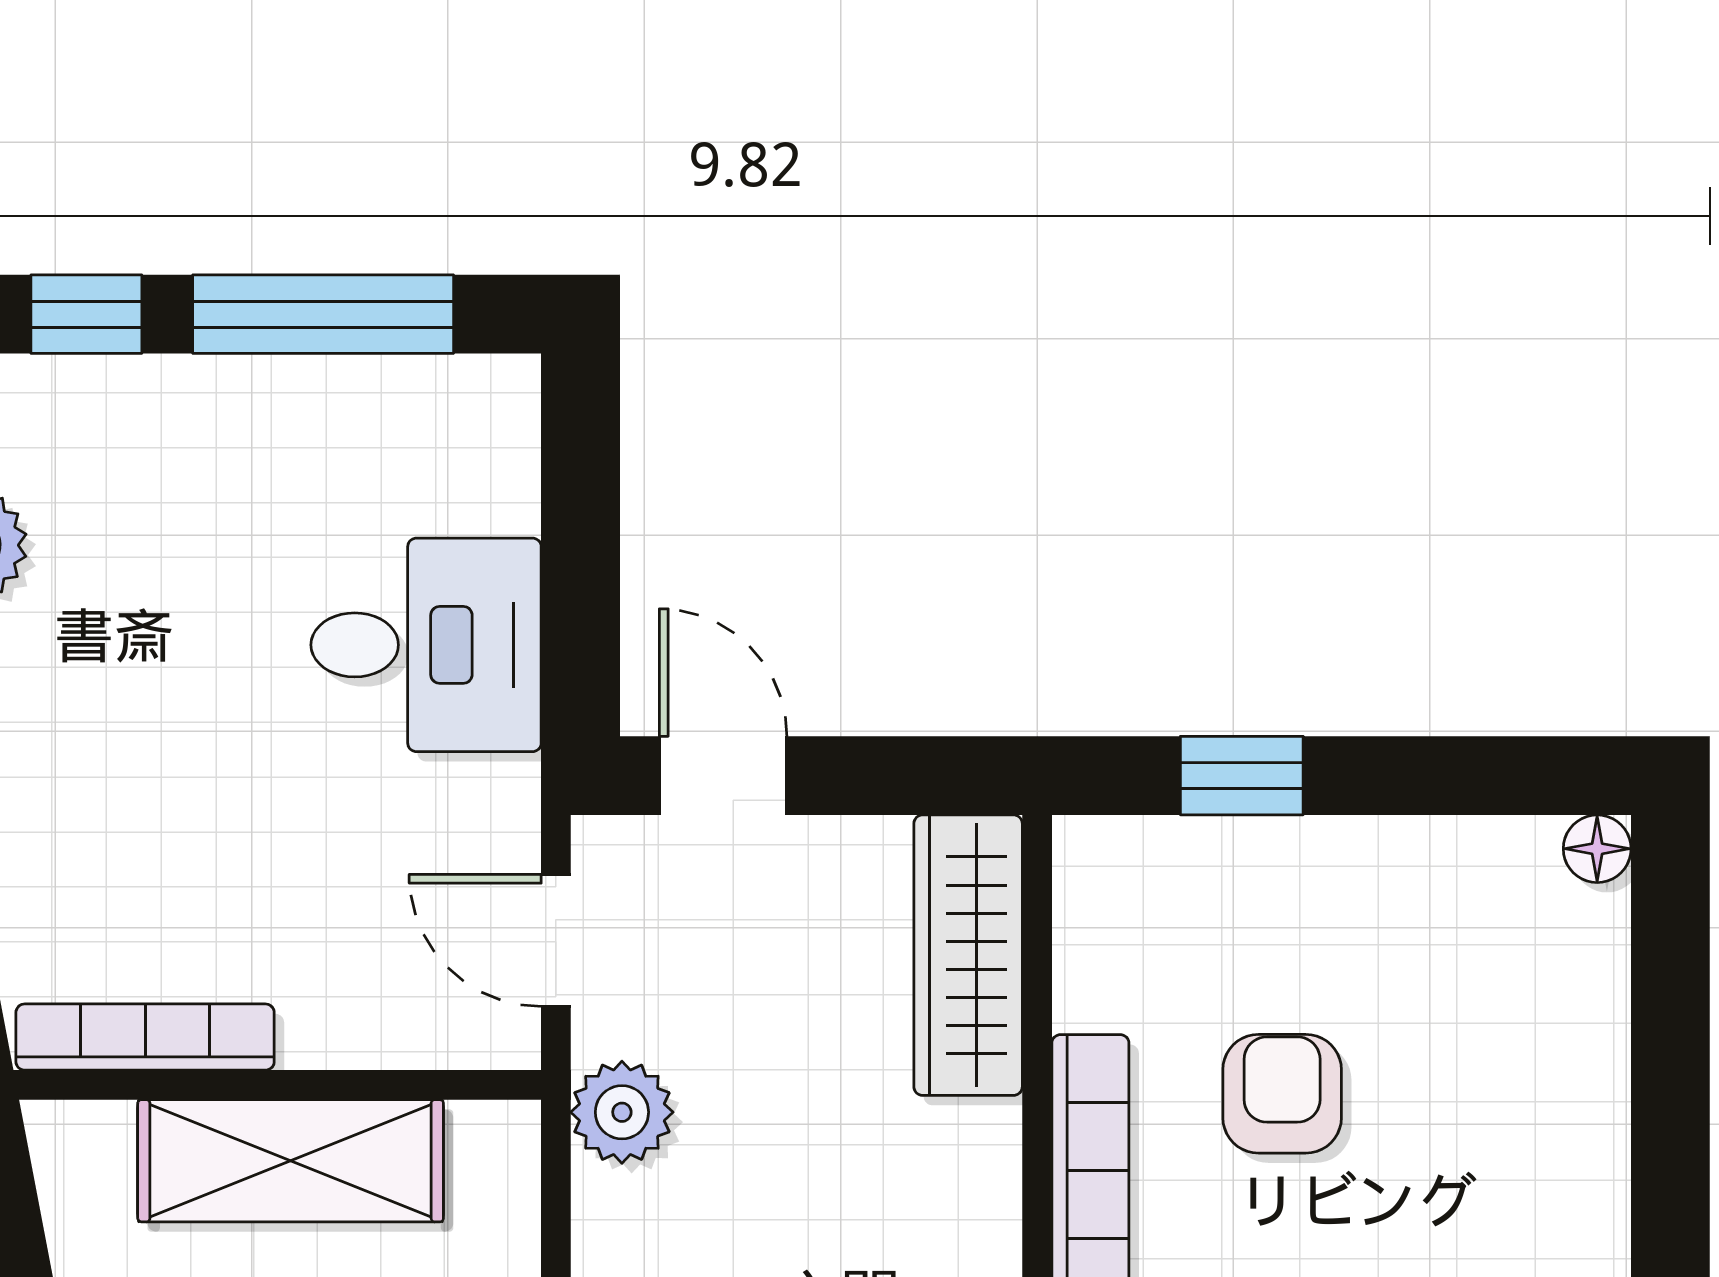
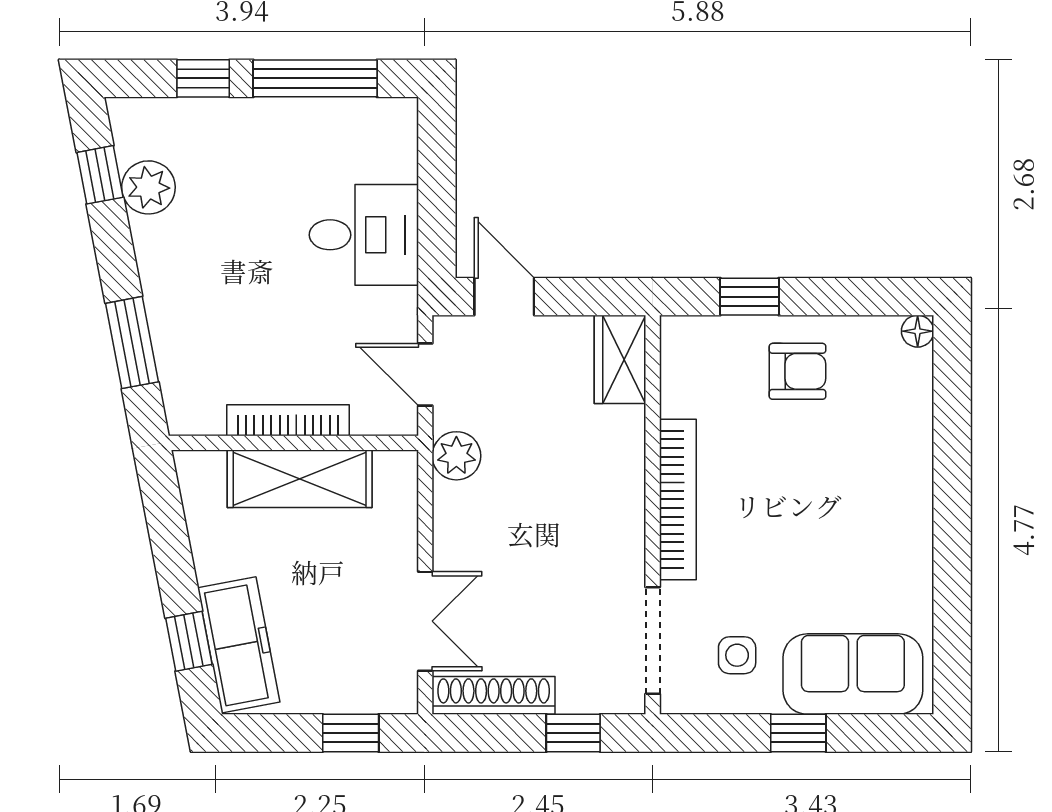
wardrobe: (968, 955) -> (620, 359), width x0.67
bookcase: (145, 1037) -> (288, 420), moved
armchair: (1282, 1094) -> (798, 371), moved, turned 90

